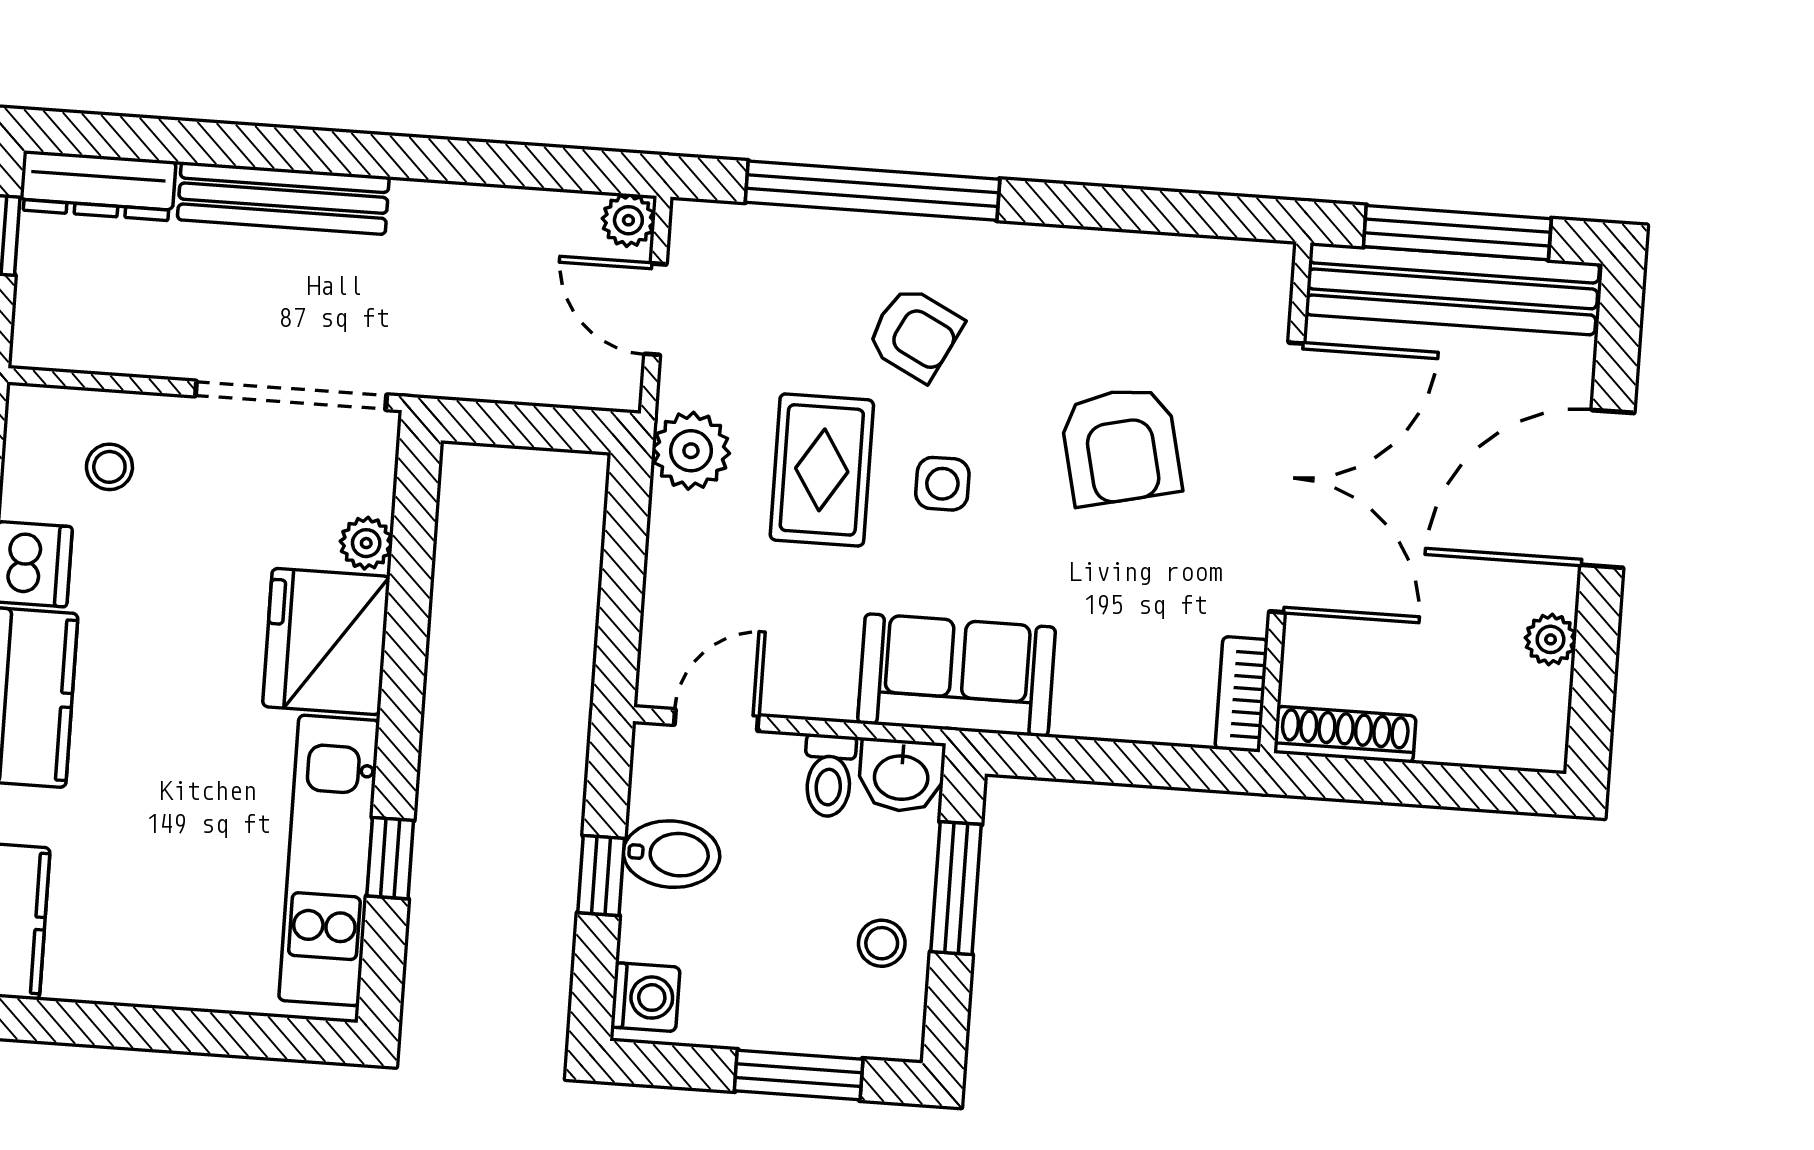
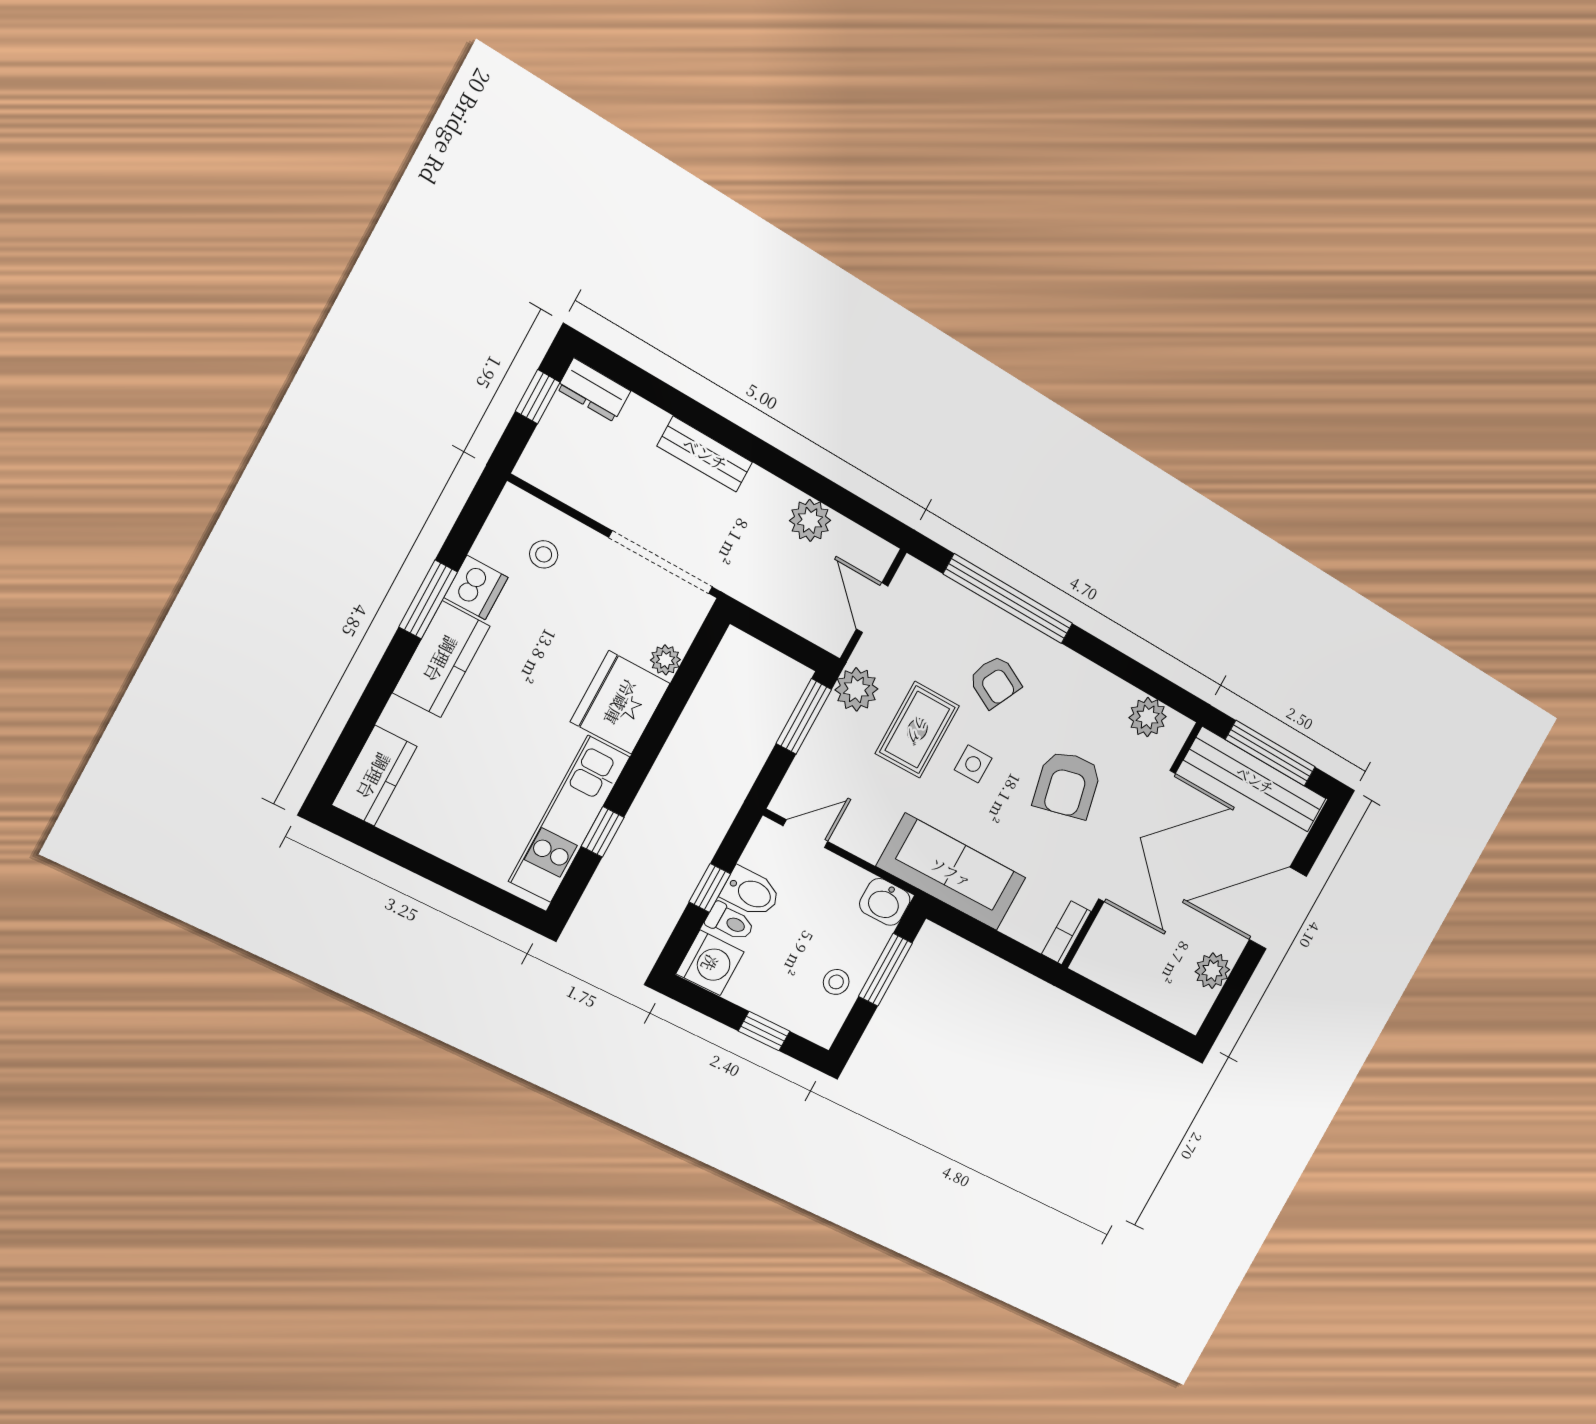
dresser: (98, 186) -> (594, 390), width x0.70
bench: (283, 198) -> (705, 454), width x0.73
plant: (628, 220) -> (810, 520), moved, width x1.38, depth x1.38
plant: (1206, 272) -> (1148, 717), added
window: (626, 532) -> (804, 716), added
plant: (1551, 639) -> (1212, 971), width x1.38, depth x1.38
sofa: (957, 675) -> (951, 872), width x1.36
shoe rack: (1345, 735) -> (1105, 973), removed
toilet: (829, 776) -> (730, 922), moved, turned -90
washing machine: (645, 997) -> (710, 963), width x1.38, depth x1.38
window: (799, 1075) -> (764, 1031), width x0.67

